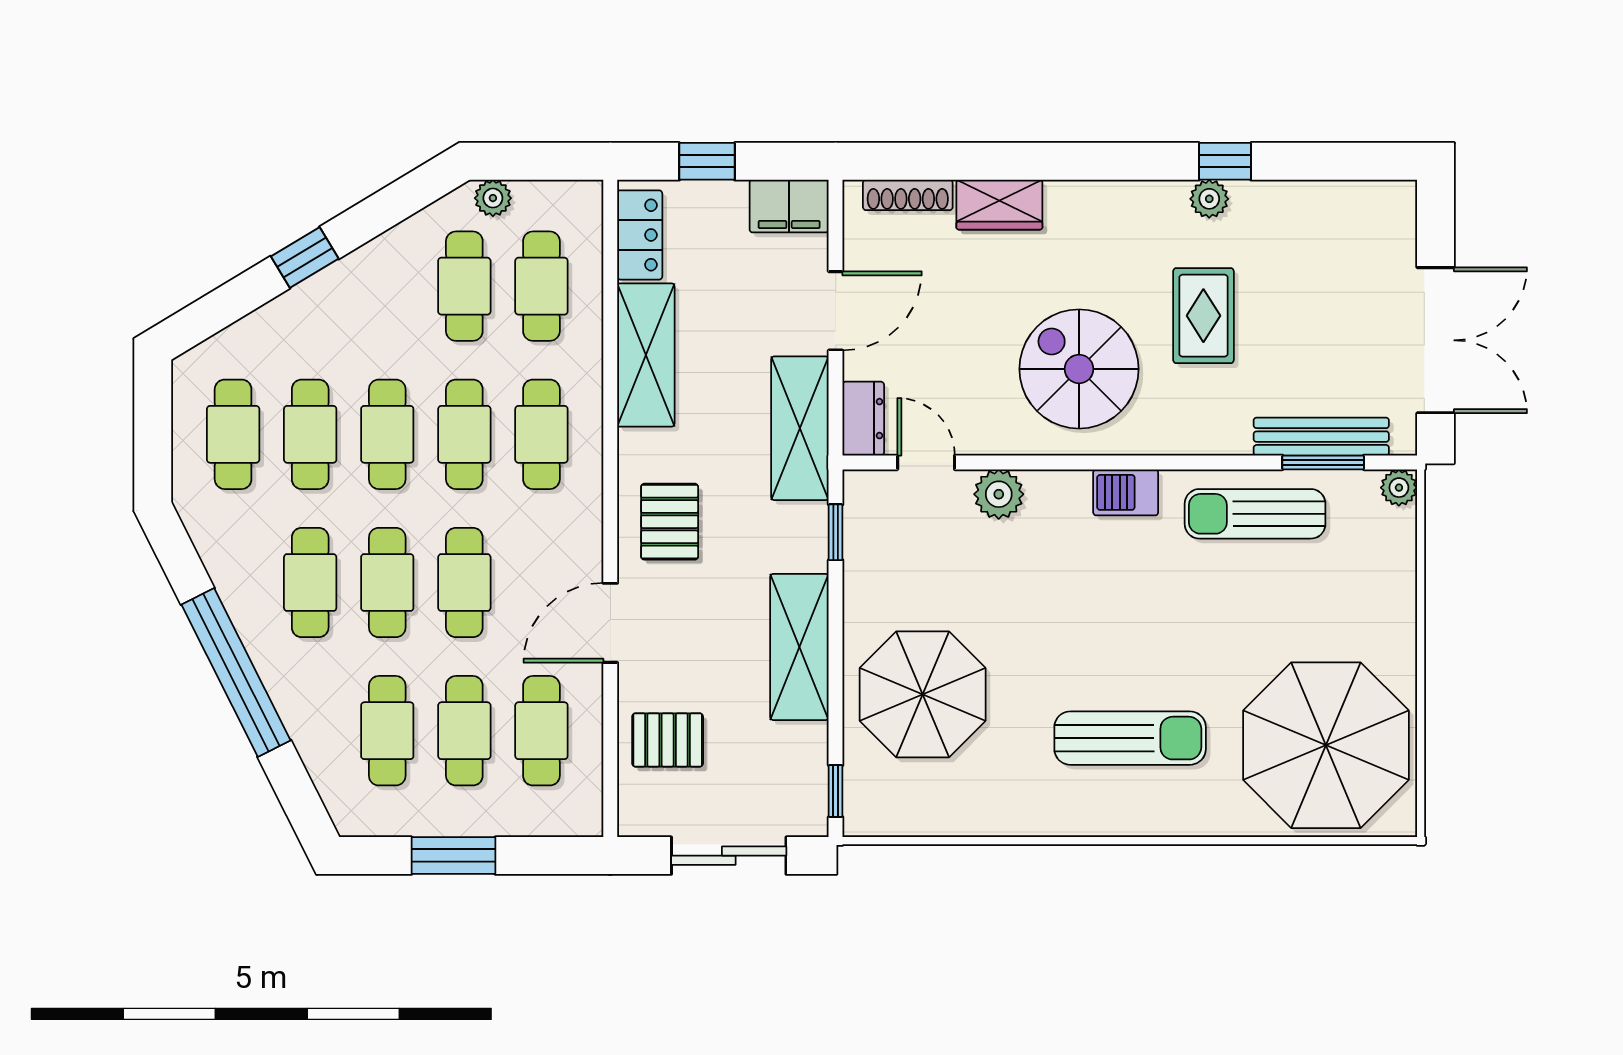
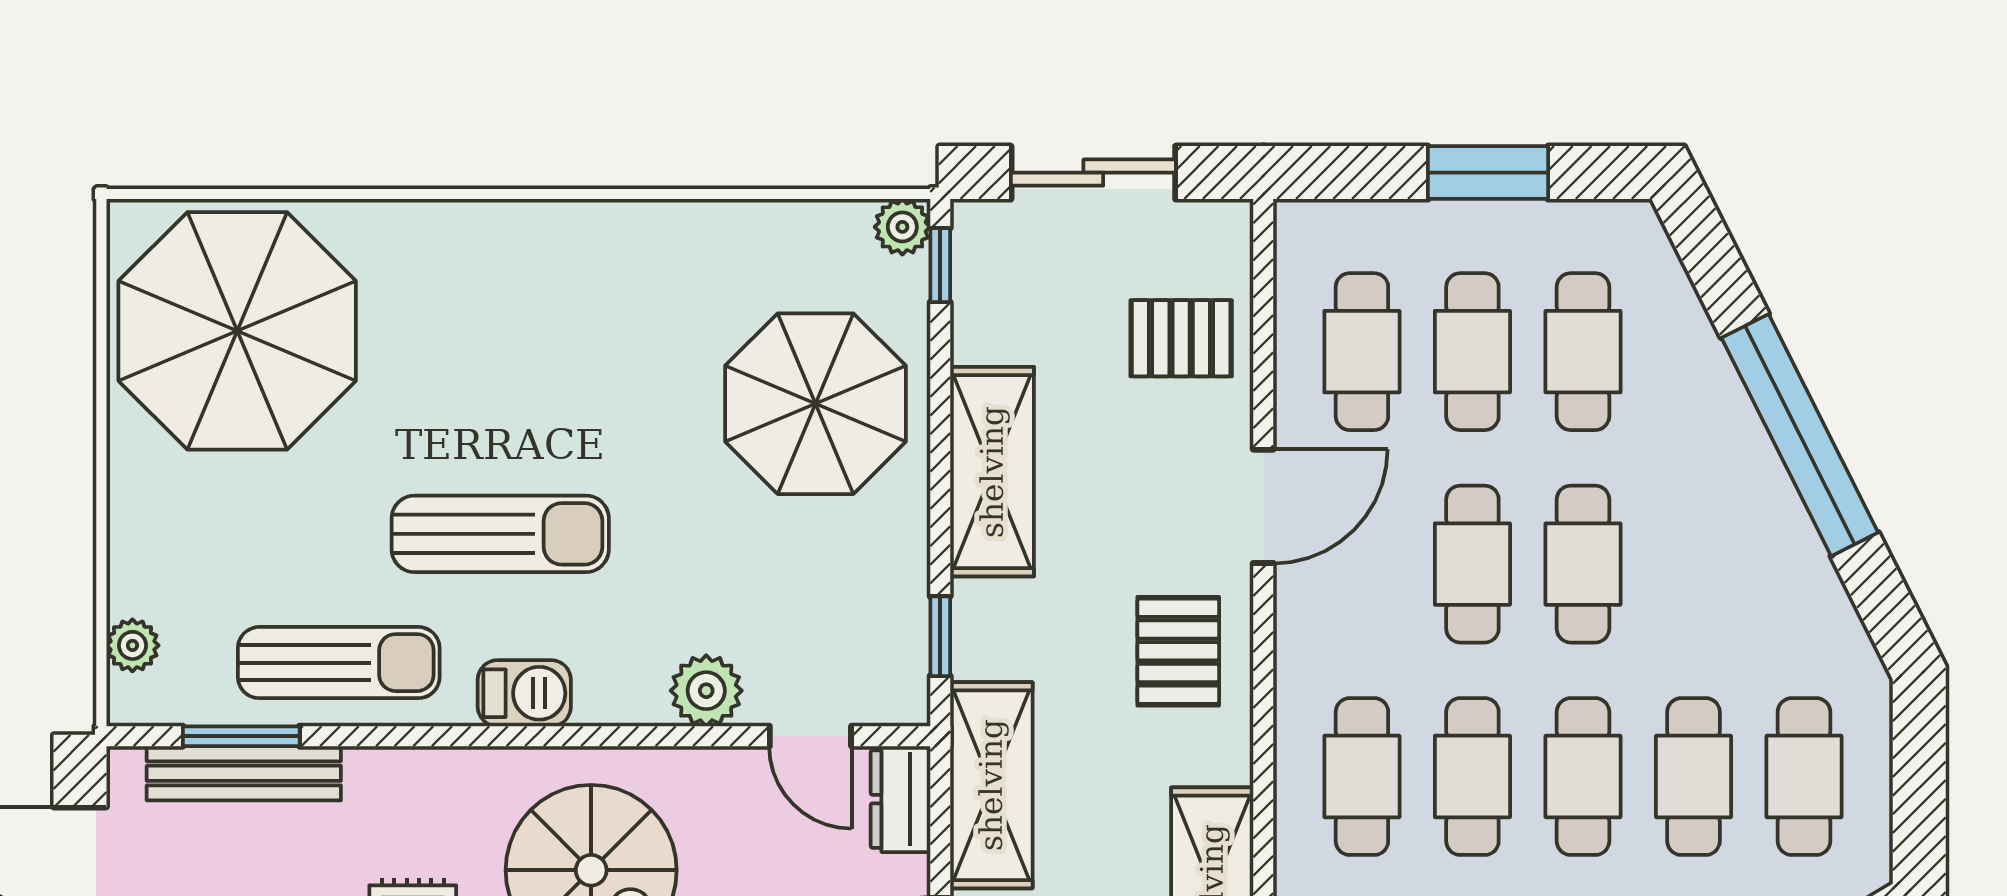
plant: (1399, 488) -> (132, 645), moved
cafe table: (310, 583) -> (1693, 564), removed
sun lounger: (1130, 738) -> (500, 534), moved, turned 180
plant: (862, 818) -> (902, 227), added

